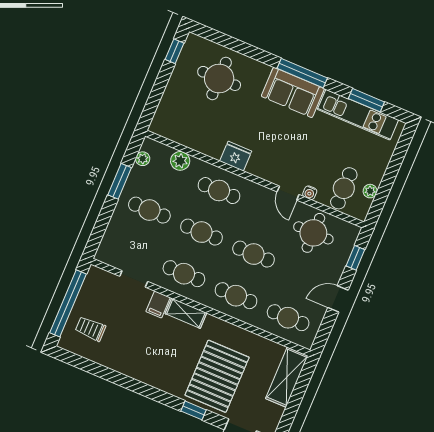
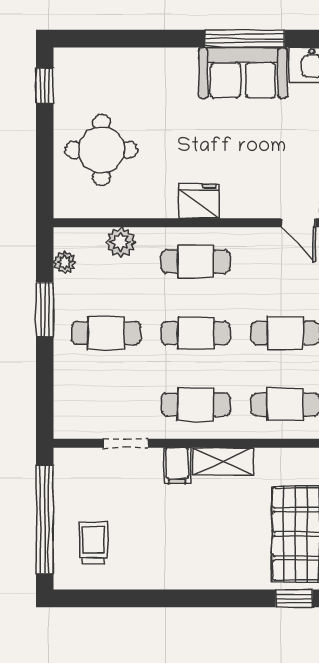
round table: (219, 78) -> (102, 150), moved
trolley: (90, 329) -> (93, 543), turned 90

